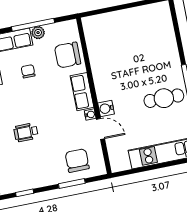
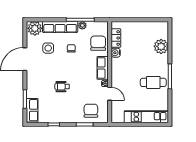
plant: (165, 41) -> (161, 46), added
locker: (93, 42) -> (116, 38), added
chair: (68, 55) -> (98, 43), turned 90
water cooler: (106, 108) -> (116, 53), moved

